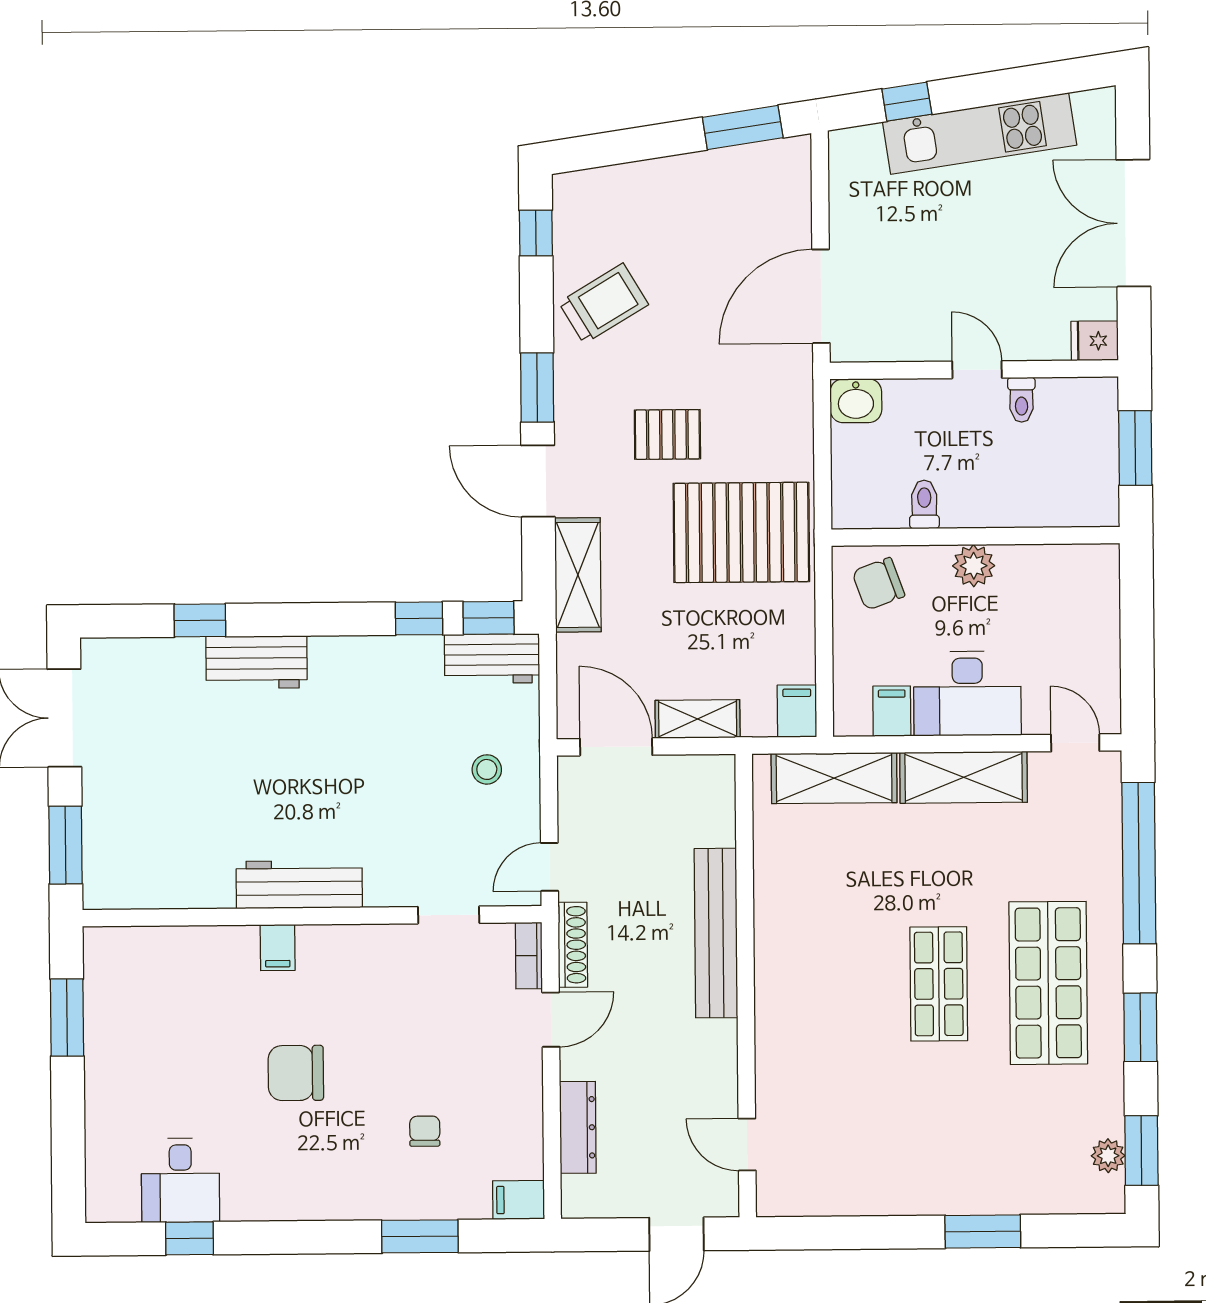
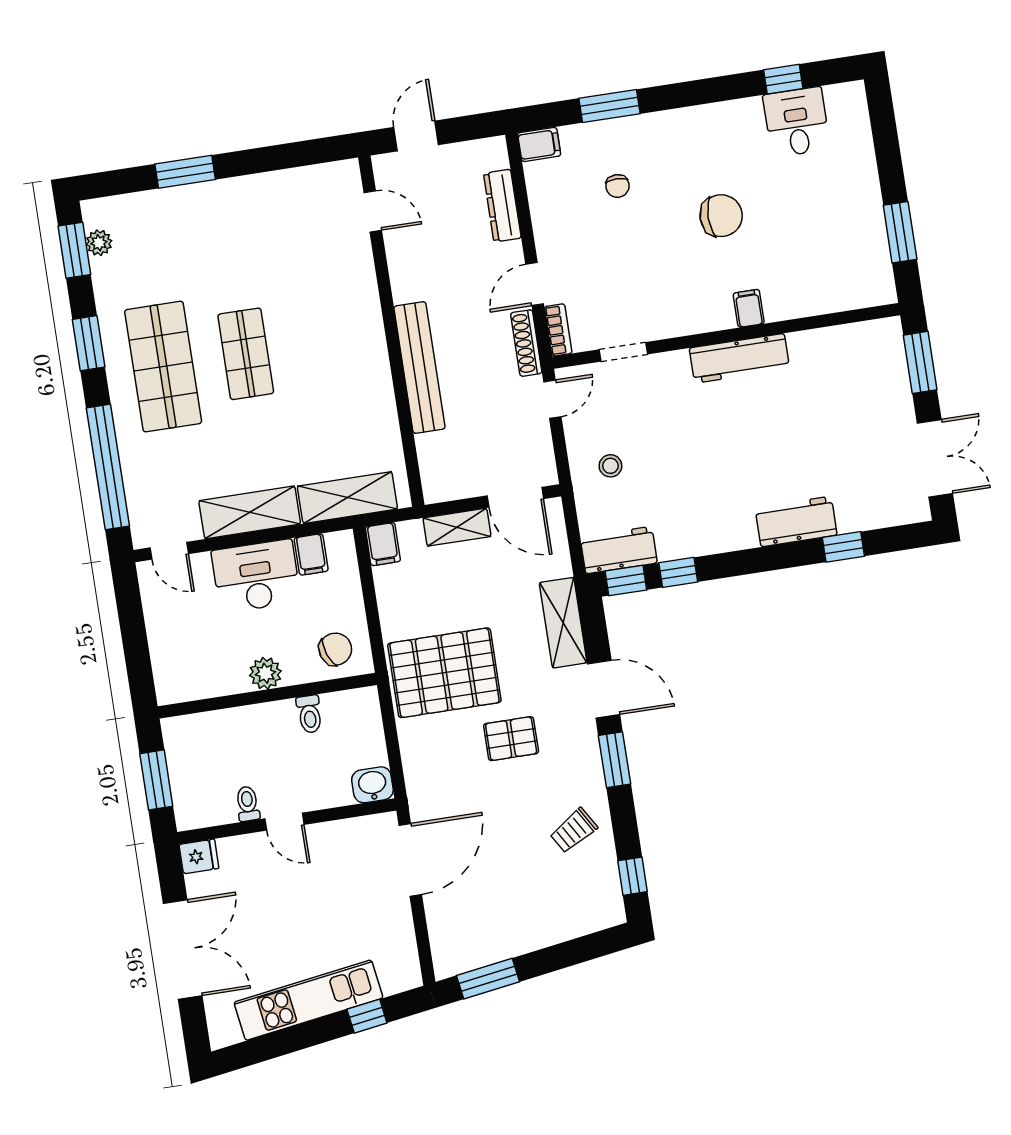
trolley: (604, 303) -> (574, 830), width x0.73, depth x0.72

